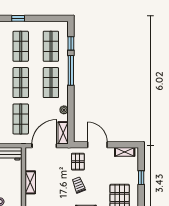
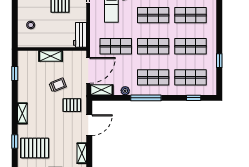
window: (18, 18) -> (219, 61), moved
window: (71, 70) -> (146, 98), moved
door: (44, 146) -> (88, 70), hinge flipped
trolley: (79, 185) -> (58, 85), moved

